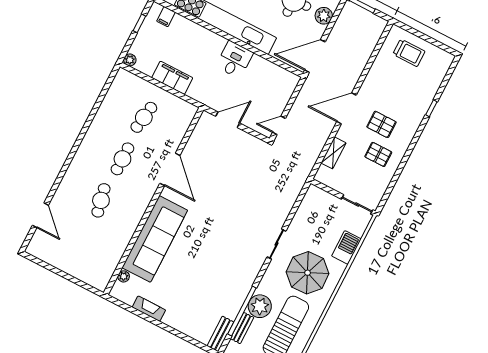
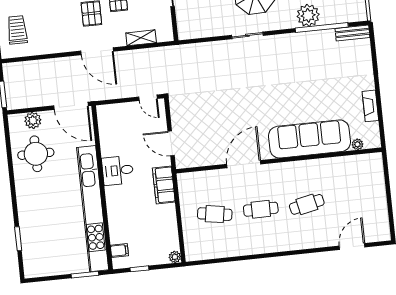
filing cabinet: (172, 78) -> (164, 185), moved
bench: (242, 328) -> (336, 18), removed

